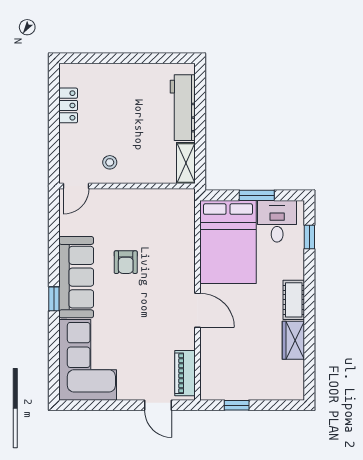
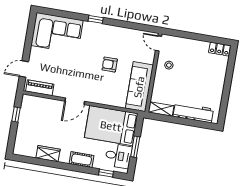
locker: (68, 105) -> (220, 49), moved
sofa: (76, 277) -> (139, 87), moved, turned 90
cot: (294, 300) -> (81, 160), moved

